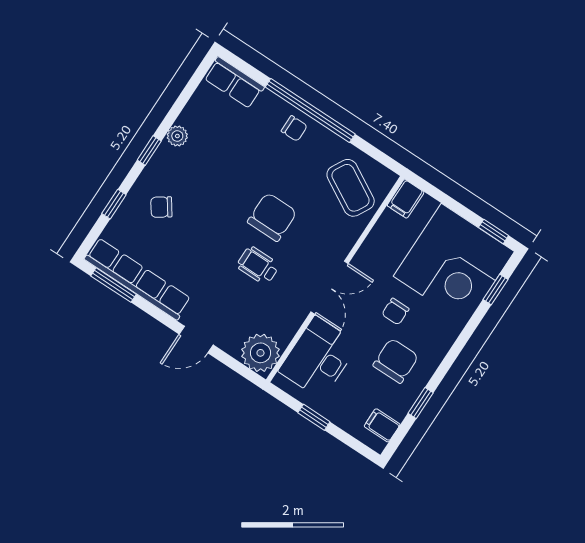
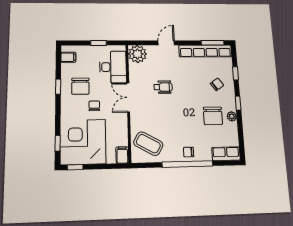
chair: (272, 217) -> (213, 116), moved
window: (421, 403) -> (58, 87), moved

